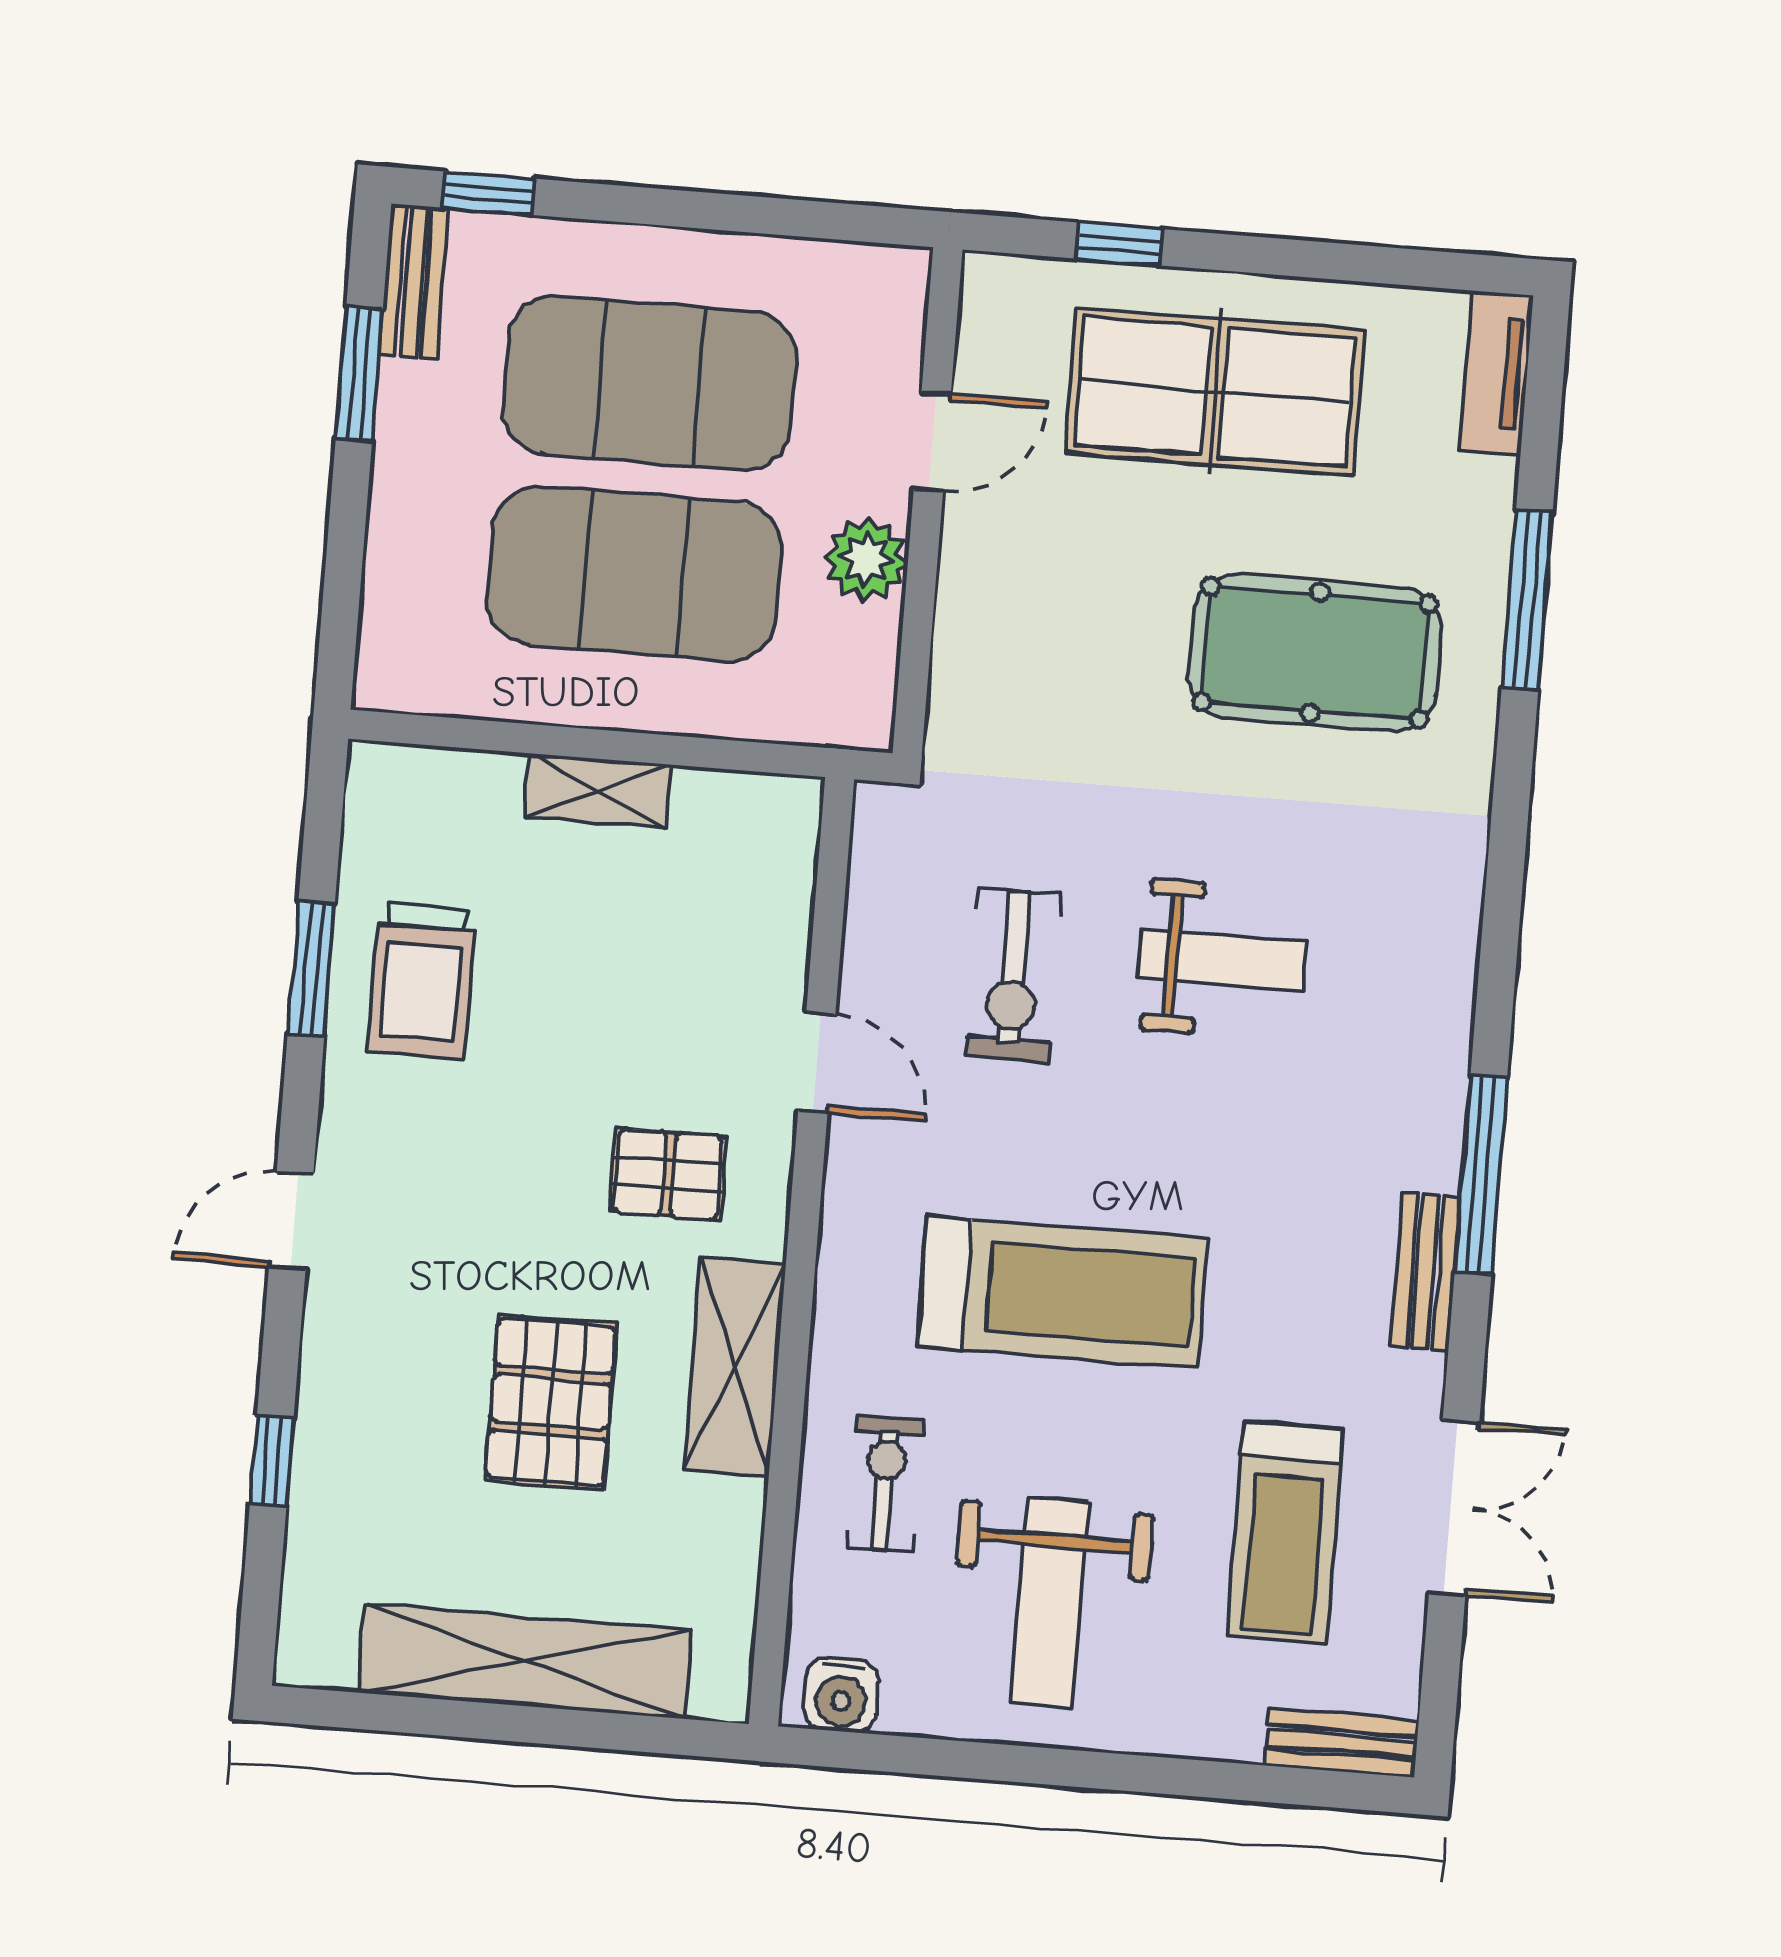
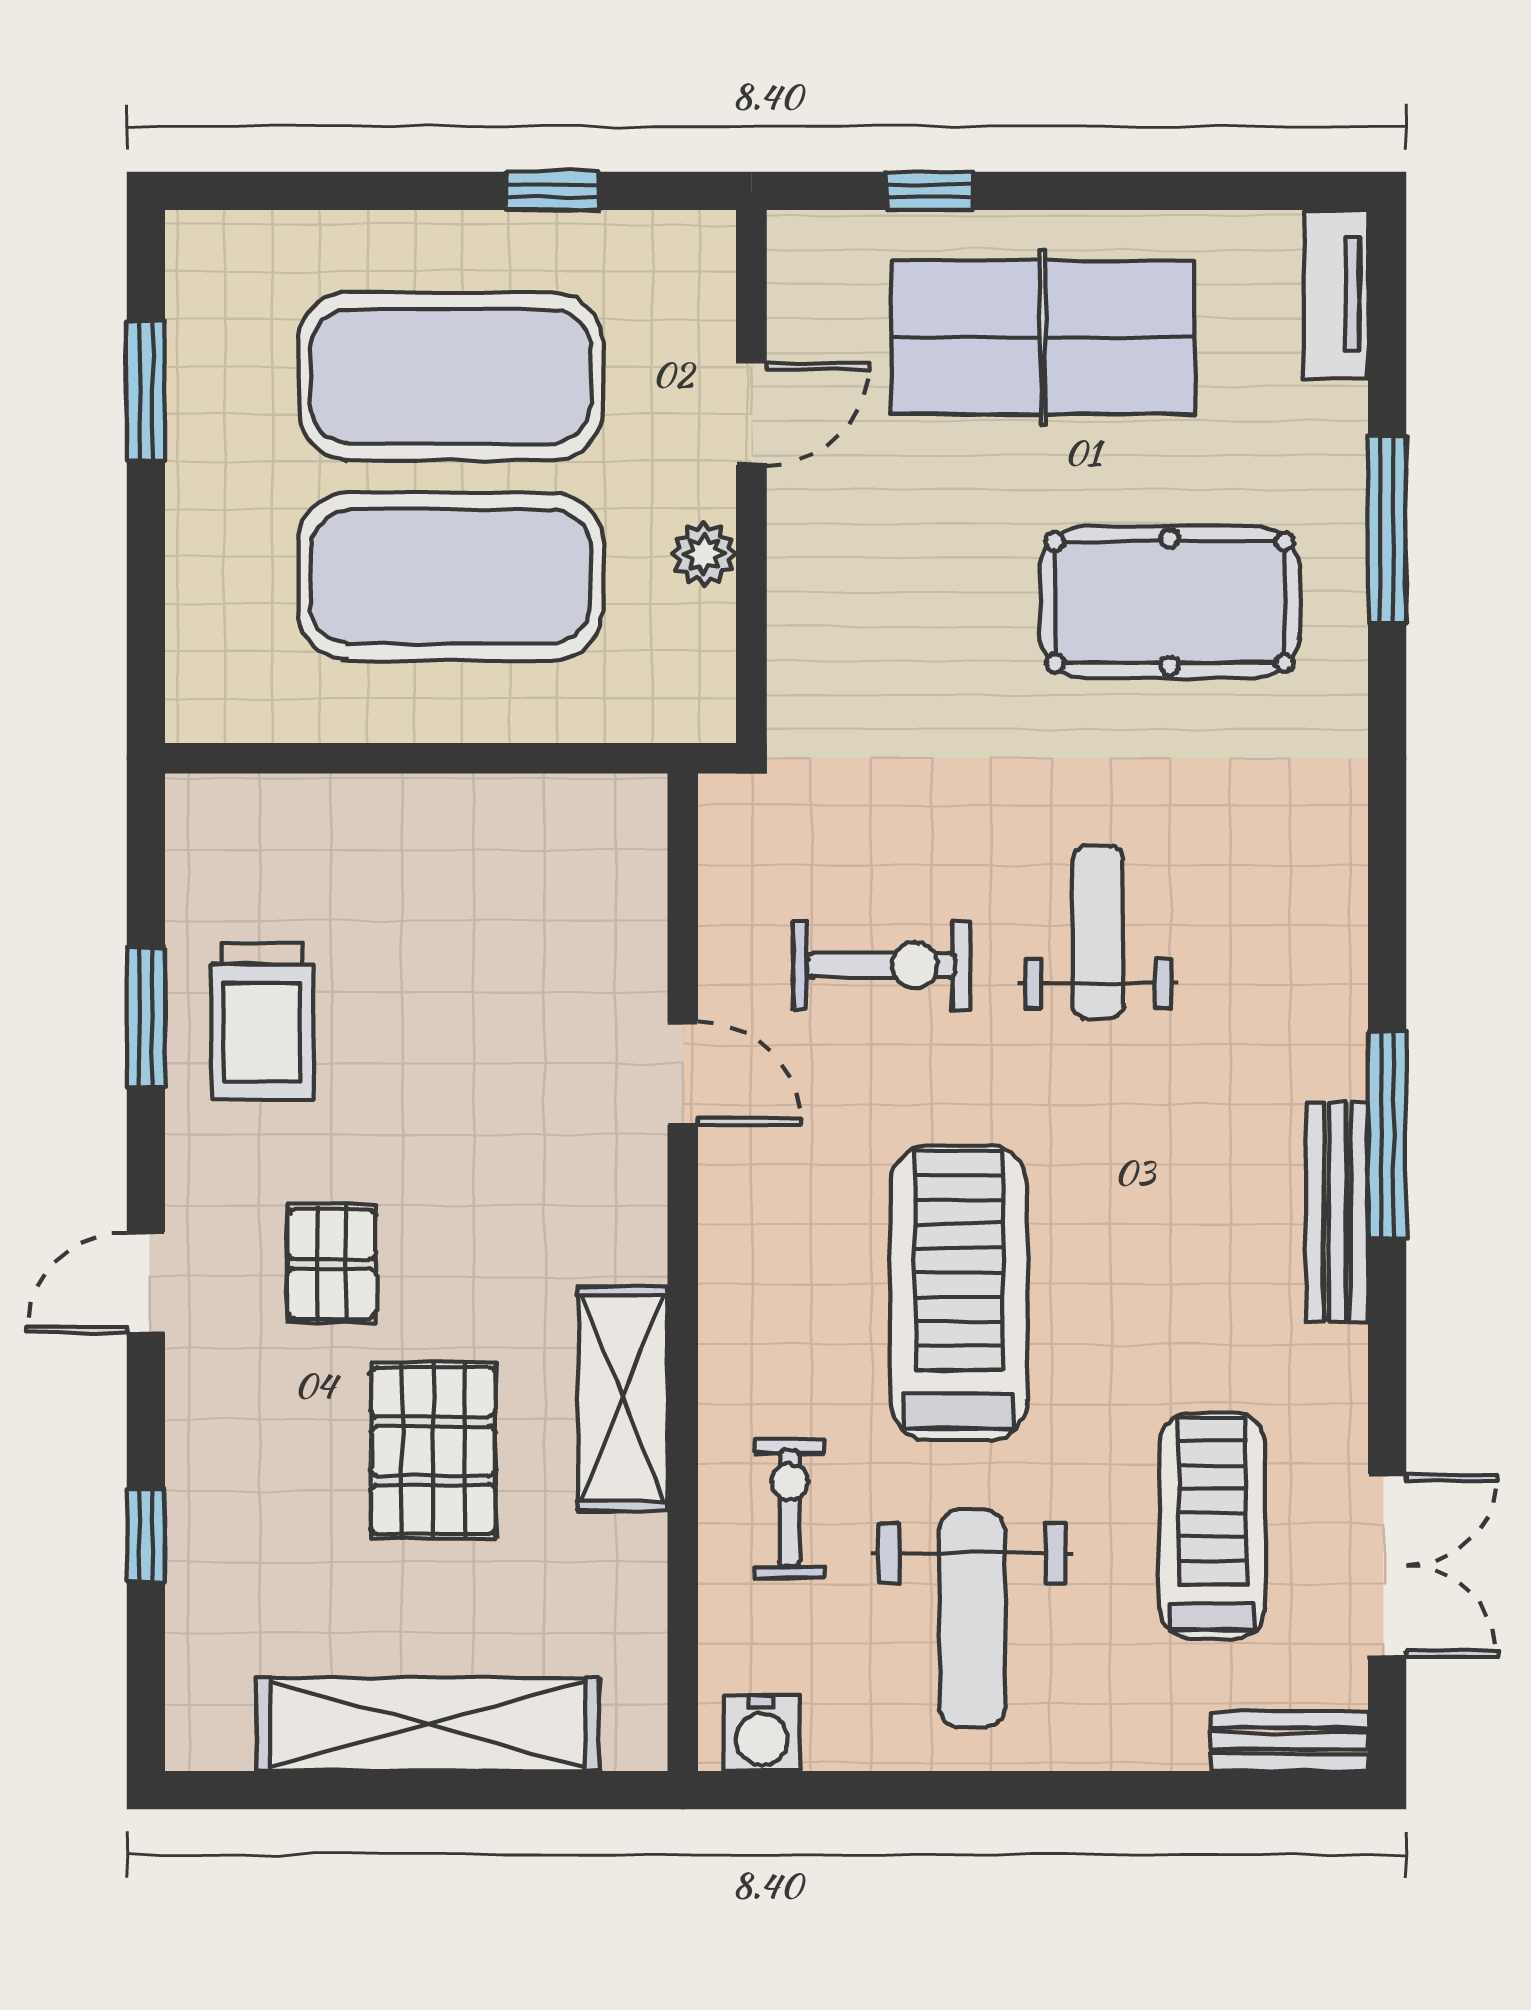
window: (488, 193) -> (553, 191), moved
bench: (414, 281) -> (195, 290), removed
plant: (866, 559) -> (704, 554), width x0.73, depth x0.73
shelving: (597, 791) -> (430, 807), removed
weight bench: (1222, 960) -> (1098, 932), turned -90
exercise bike: (1014, 975) -> (881, 965), turned -90
pallet: (668, 1175) -> (332, 1264), moved, turned 90
bench: (1425, 1272) -> (1337, 1212), width x1.36
treadmill: (1062, 1292) -> (959, 1293), turned -90
double door: (1454, 1508) -> (1387, 1565), moved
treadmill: (1285, 1533) -> (1212, 1526), turned 180

